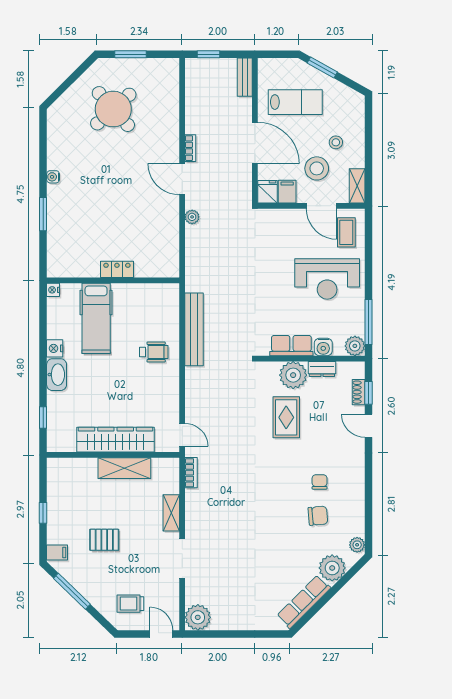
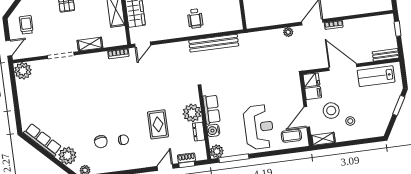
lab bench: (295, 102) -> (376, 76), moved, turned 90
door: (255, 143) -> (343, 67), swing flipped
reception desk: (327, 279) -> (259, 127), turned 180
rug: (286, 417) -> (158, 124), moved, turned 90

